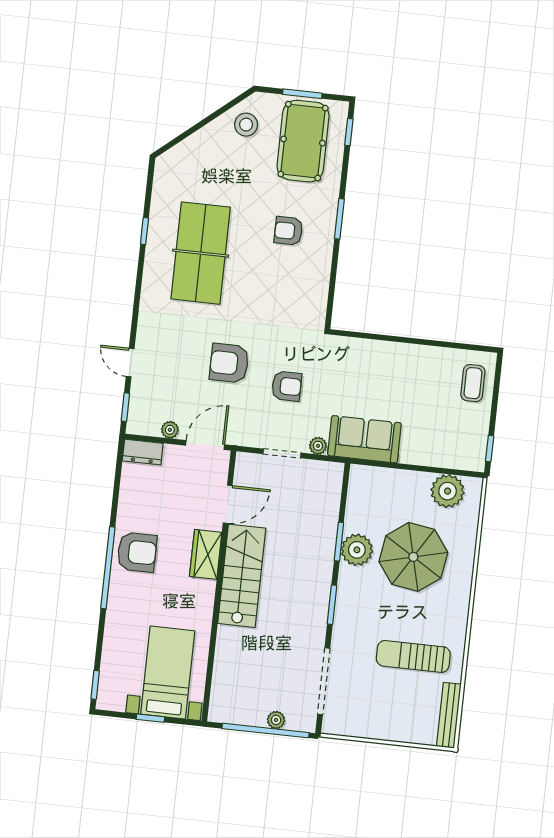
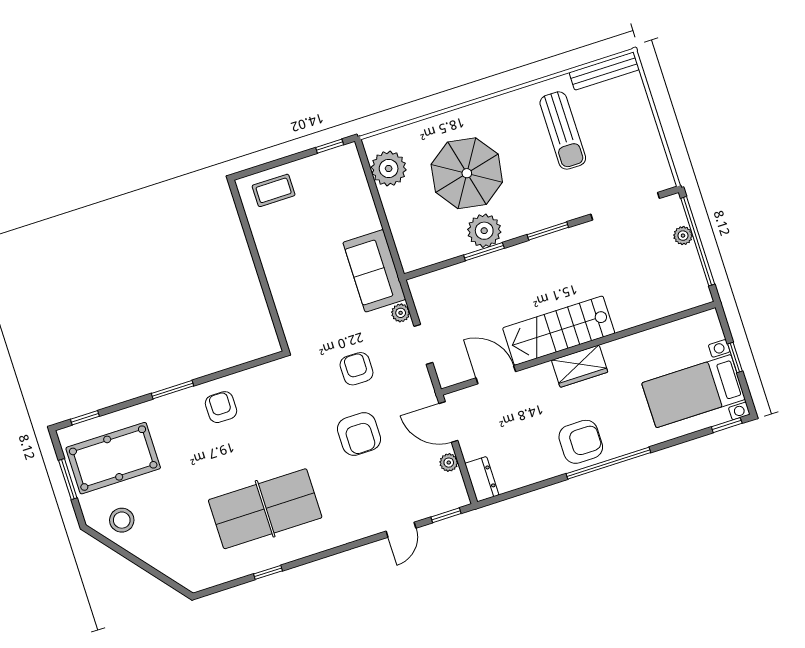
armchair: (288, 231) -> (221, 407), moved, turned 180
armchair: (137, 552) -> (581, 442), turned 90
wardrobe: (206, 554) -> (580, 366), moved
bed with nightstands: (168, 672) -> (694, 391), moved

